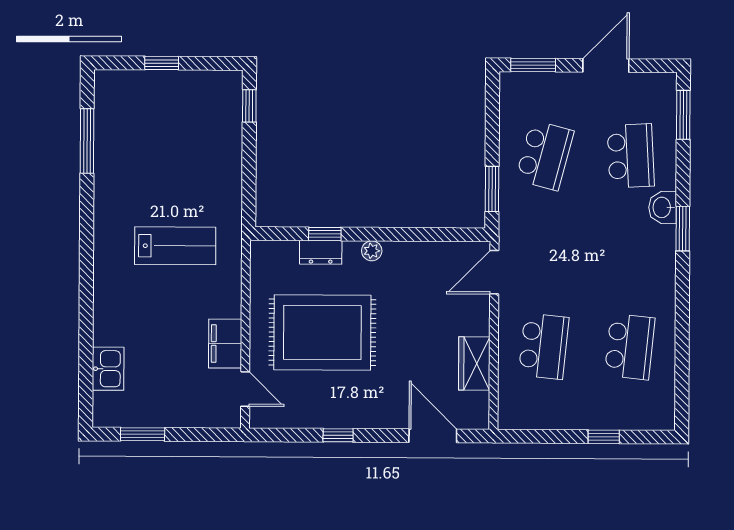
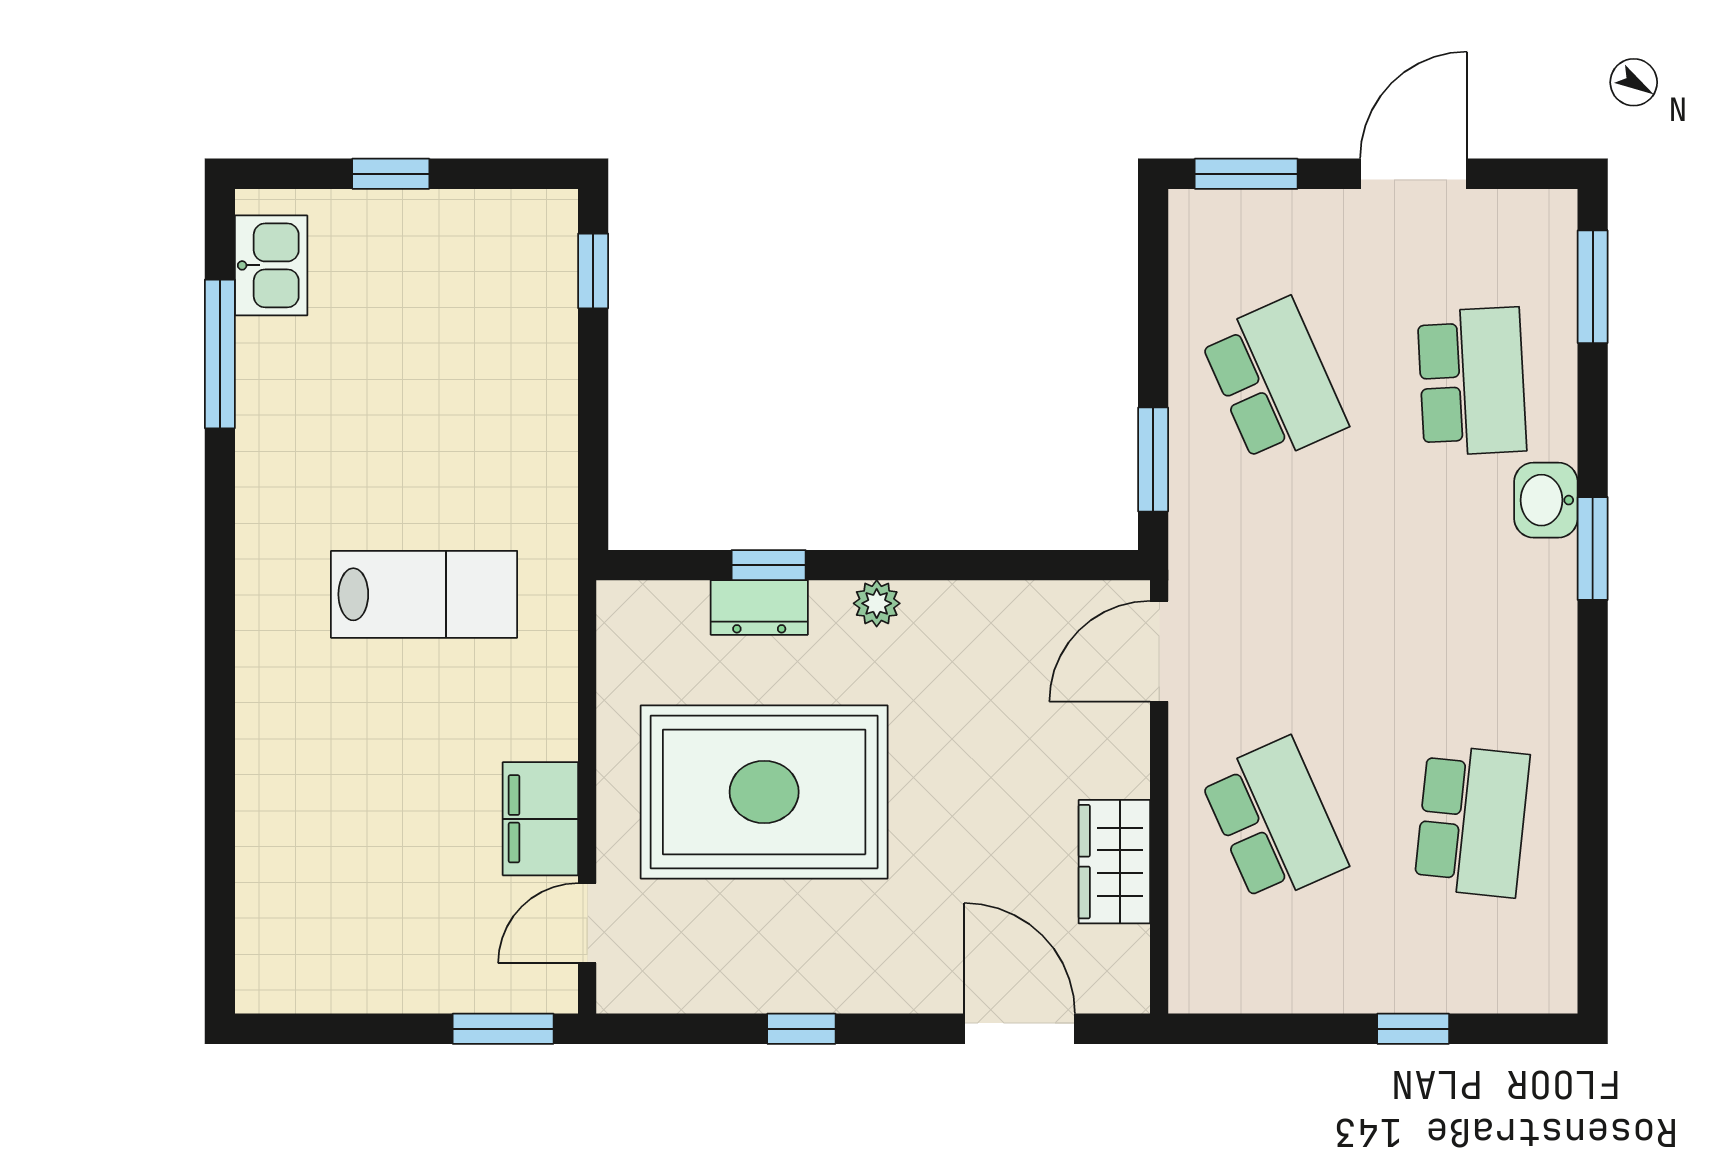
school desk: (545, 155) -> (1274, 381), turned -39
school desk: (544, 346) -> (1274, 821), turned -30
kitchen sink: (108, 369) -> (271, 265), moved
door: (245, 389) -> (587, 923), swing flipped
window: (143, 434) -> (503, 1029), moved

